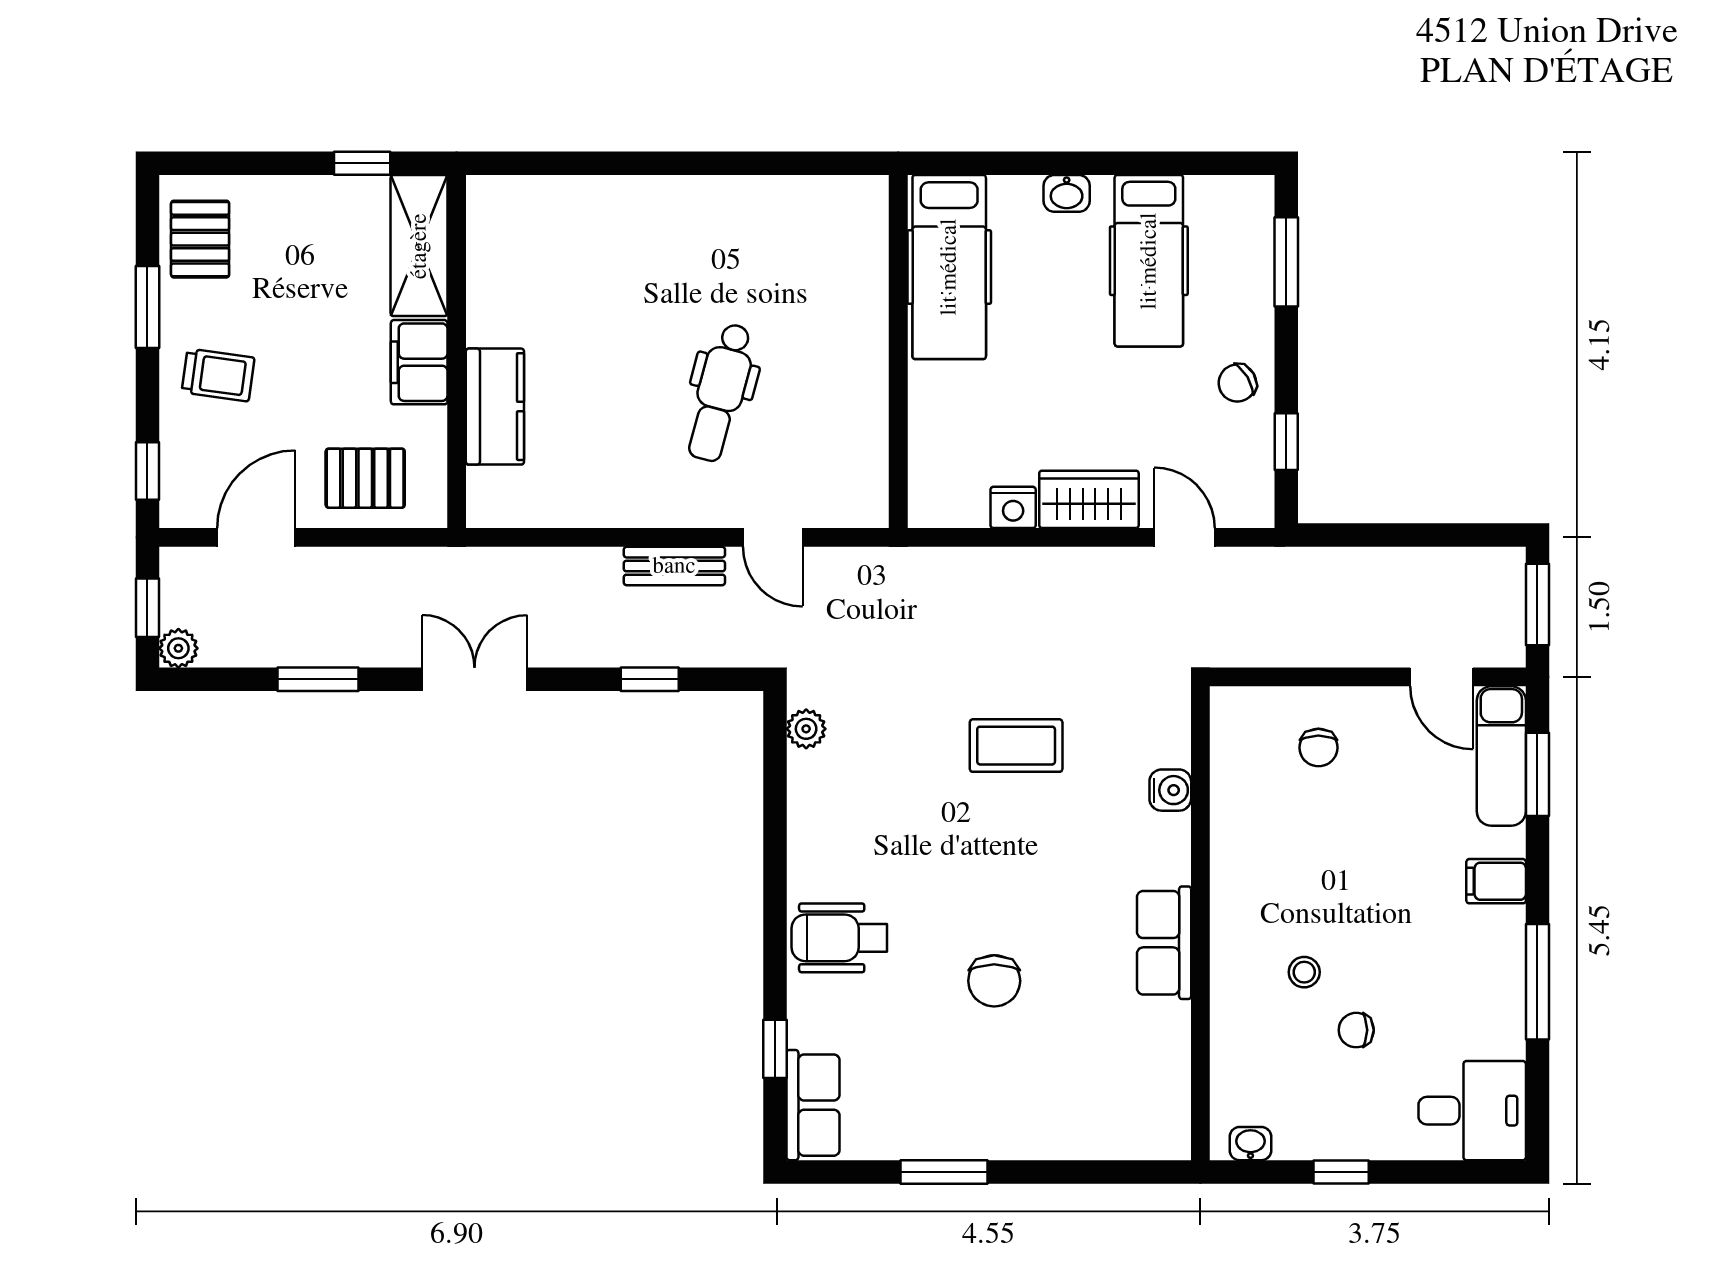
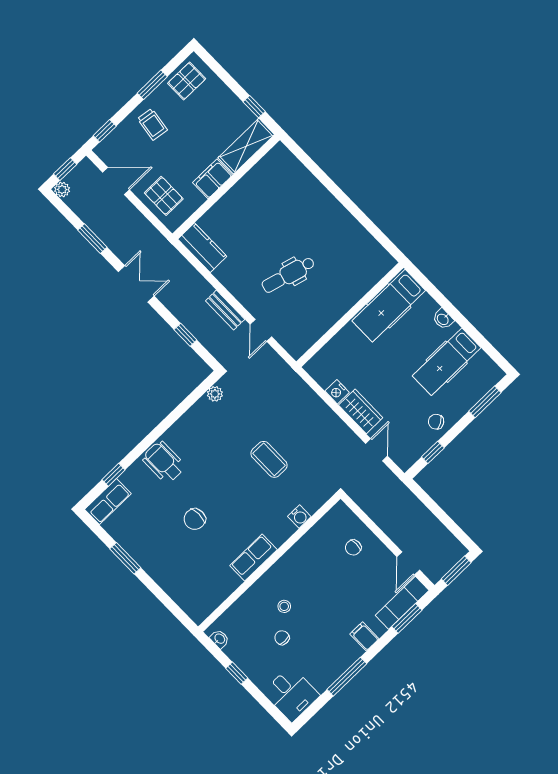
kitchen counter: (495, 407) -> (202, 248), moved, turned -90

